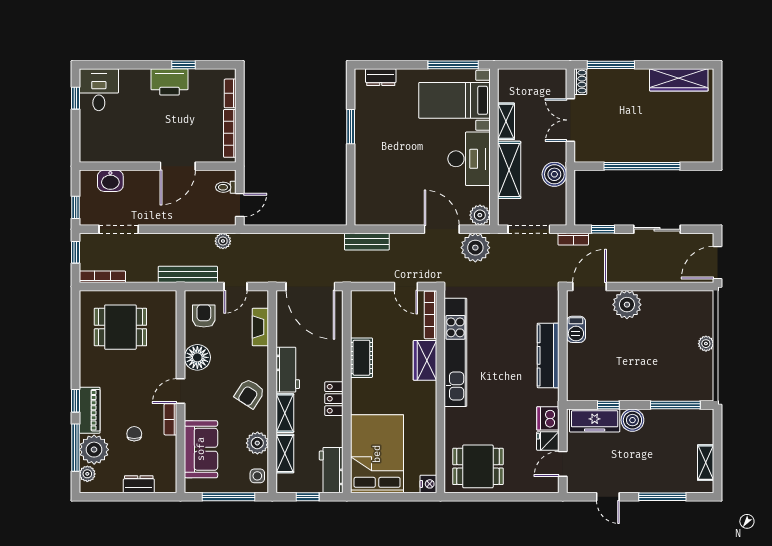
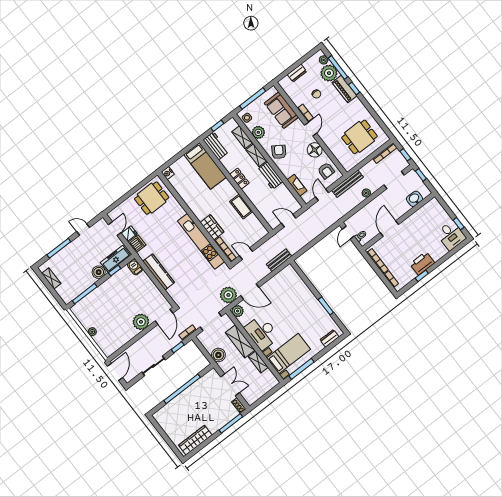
plant: (223, 241) -> (366, 193), moved
door: (310, 287) -> (289, 221), width x0.53
barbecue: (576, 329) -> (135, 267), moved
bed: (377, 454) -> (205, 166), width x0.67

